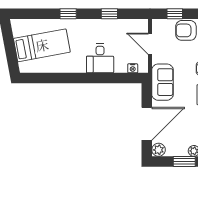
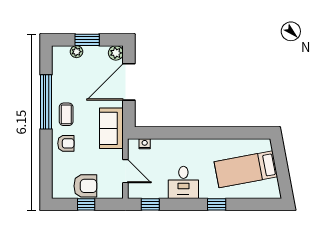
window: (109, 14) -> (150, 204), moved
window: (175, 14) -> (86, 204), moved
desk: (100, 58) -> (183, 182), moved, turned 180

